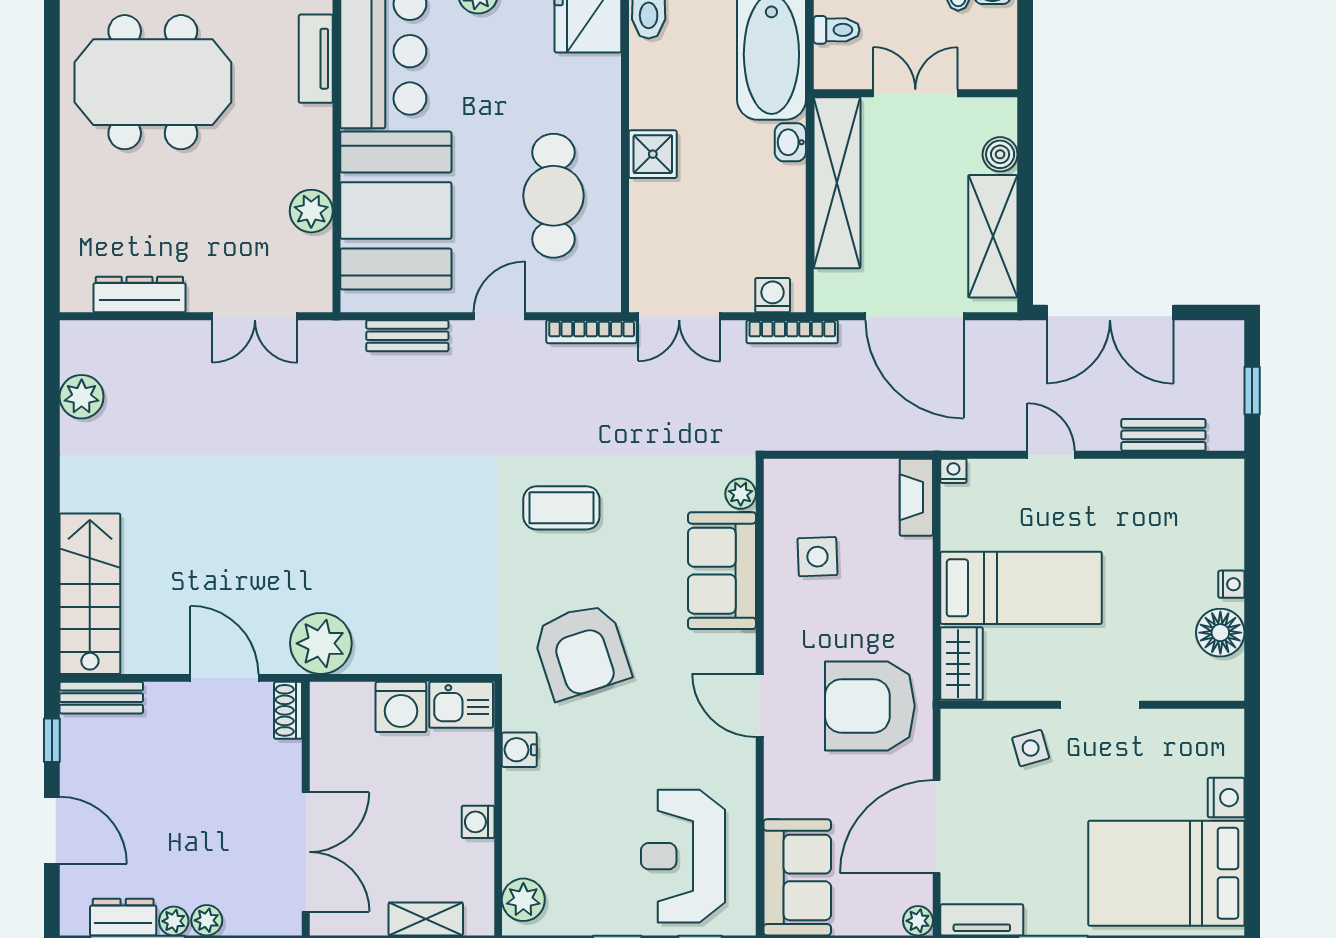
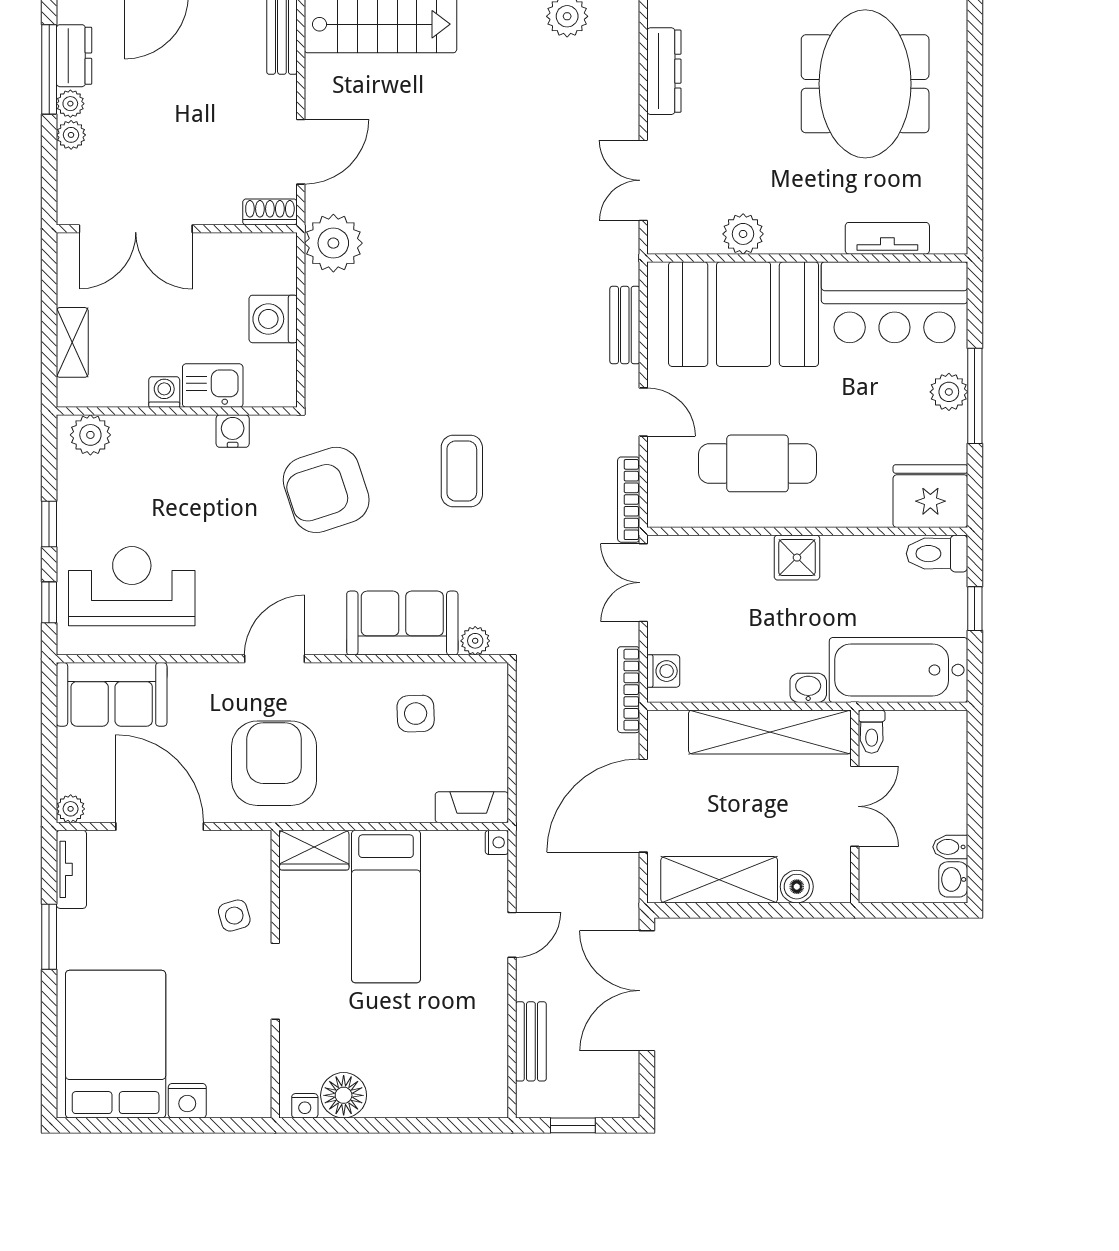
toilet: (836, 30) -> (872, 732), moved
nightstand: (1231, 584) -> (305, 1106), moved
kitchen sink: (461, 705) -> (213, 386), moved, turned 90

